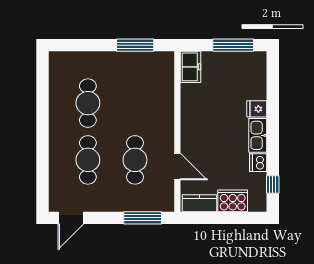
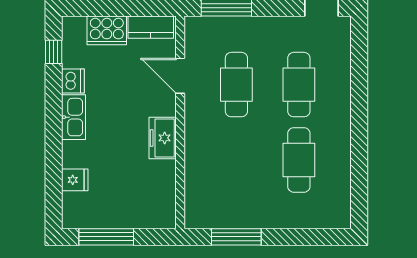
freezer: (191, 67) -> (163, 138), moved
fridge: (257, 109) -> (75, 180), moved

